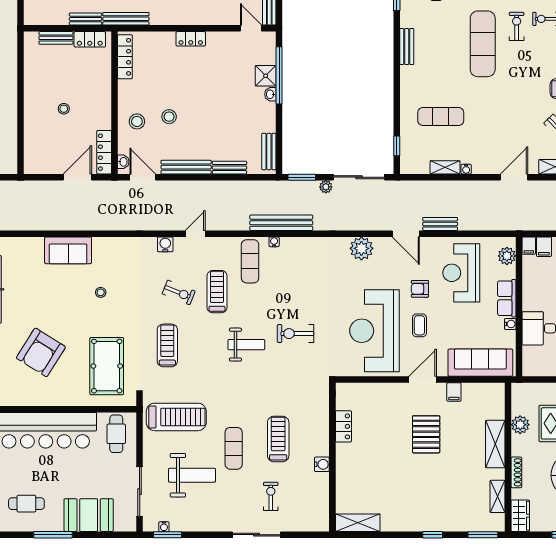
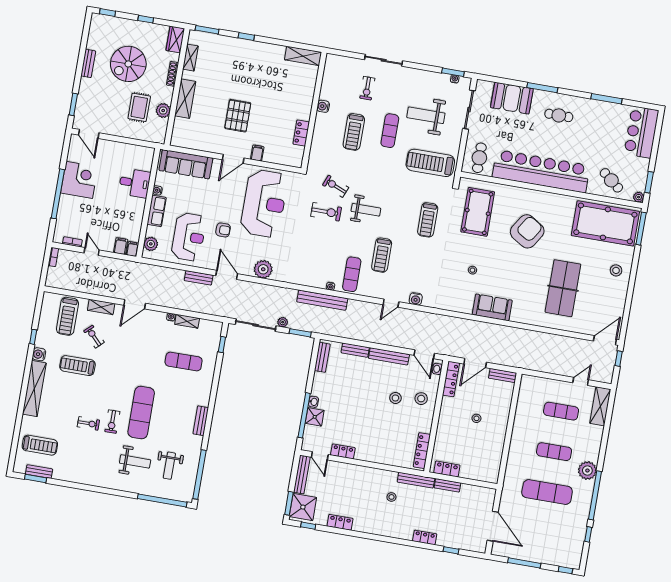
bench: (56, 38) -> (503, 376), moved
locker: (191, 39) -> (343, 451), moved
exercise bike: (179, 292) -> (336, 186), moved
coffee table: (419, 325) -> (228, 202), removed
weight bench: (246, 345) -> (366, 210), turned 180
filing cabinet: (454, 392) -> (257, 153), moved

